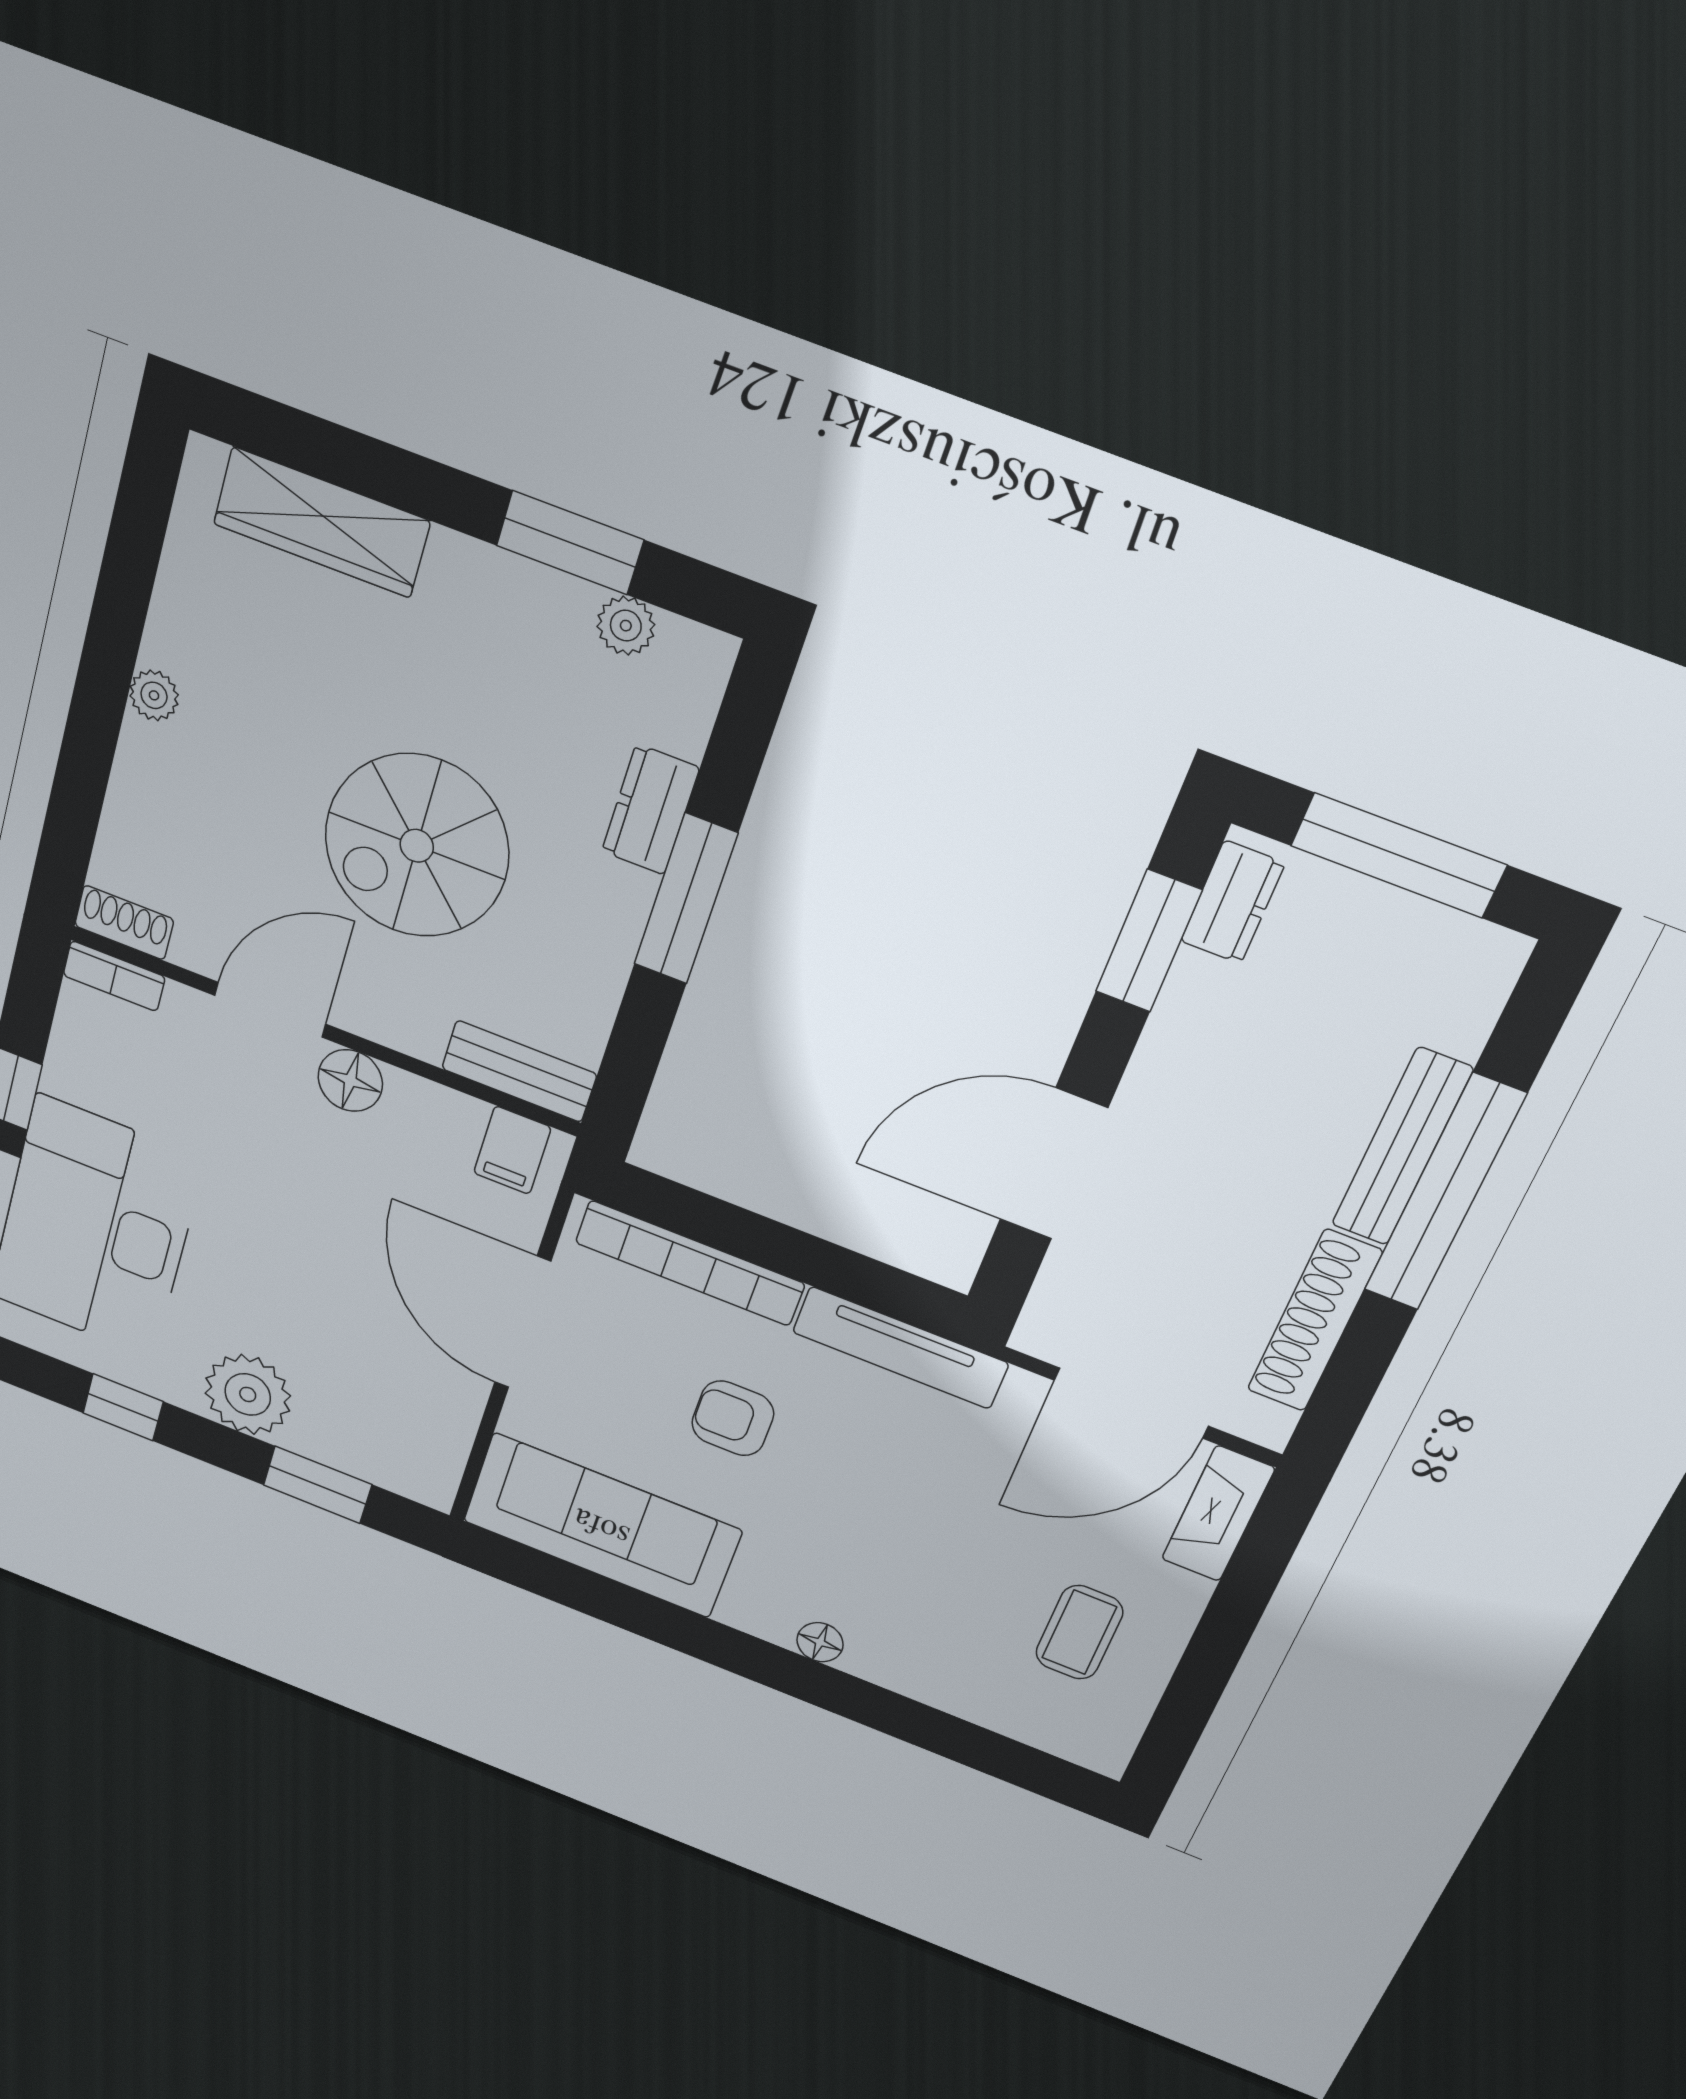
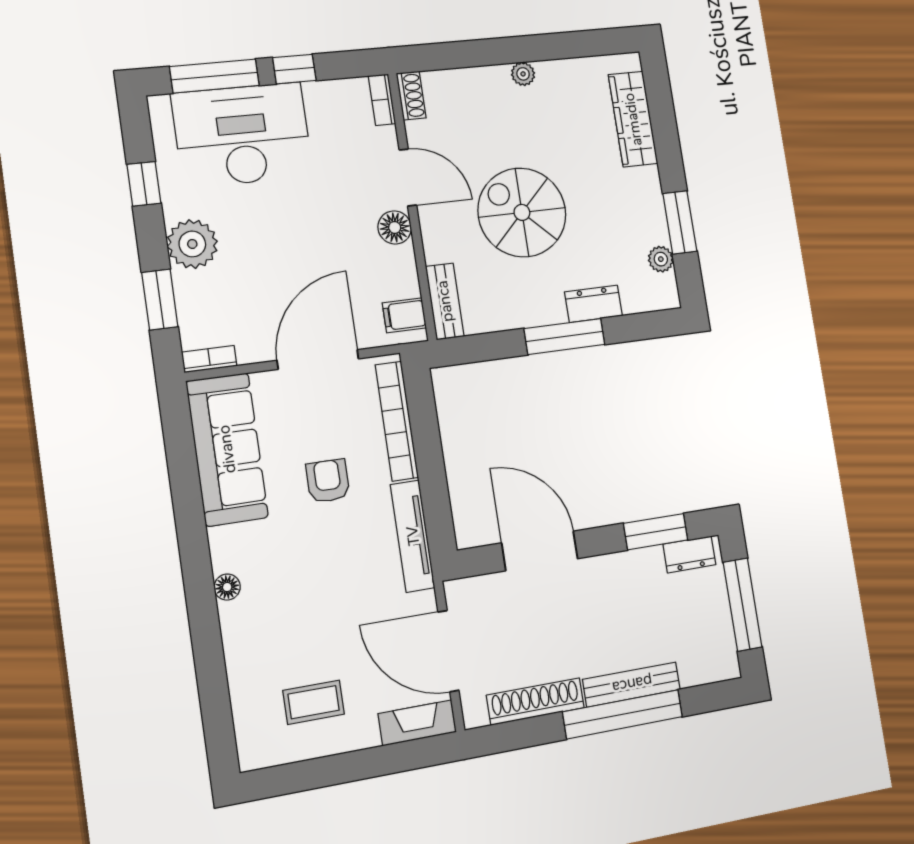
bookcase: (445, 1471) -> (209, 359), added

